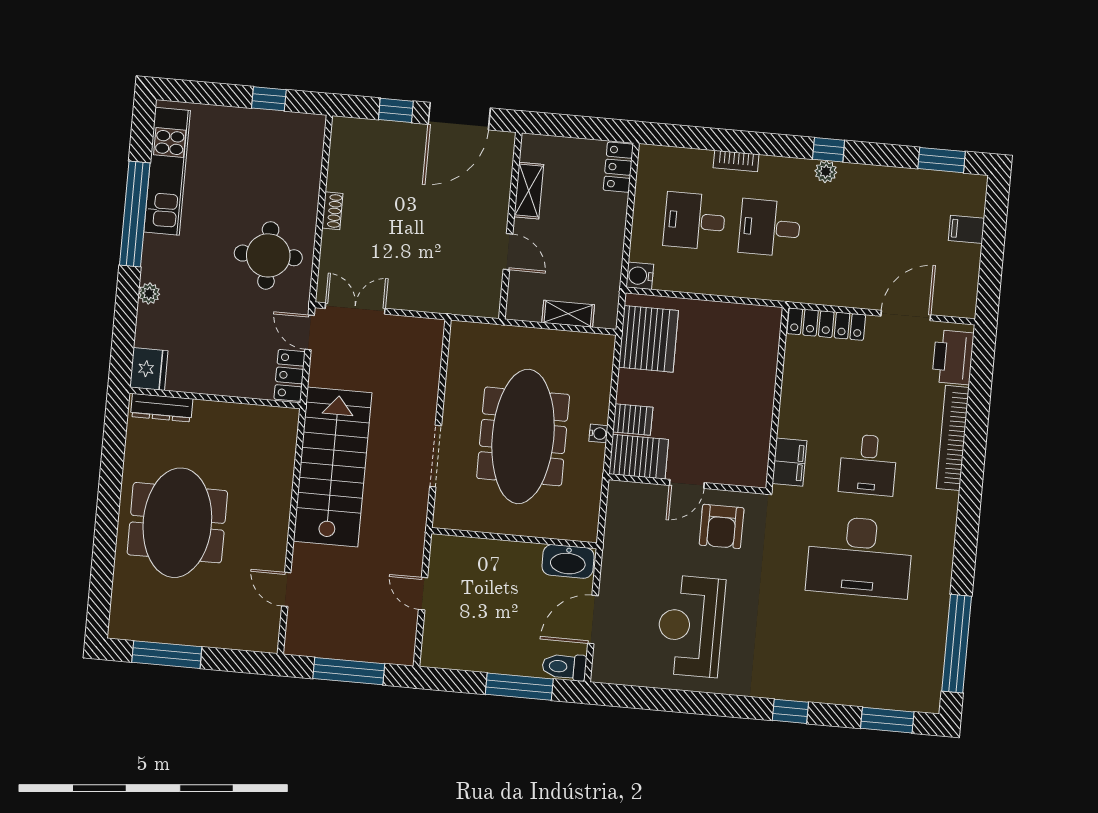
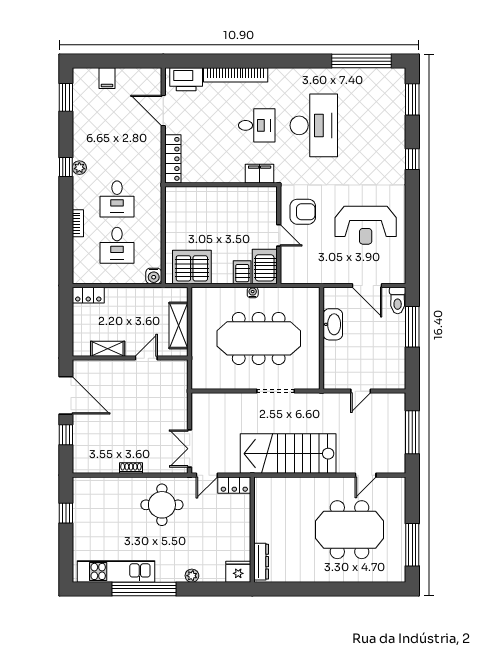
shelving: (568, 314) -> (179, 325), width x1.50, depth x1.33
meeting table: (177, 523) -> (350, 530), moved
washbasin: (568, 561) -> (333, 324), moved

